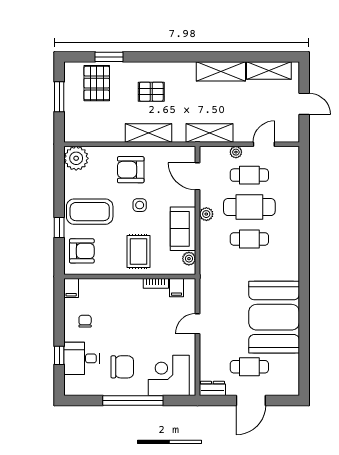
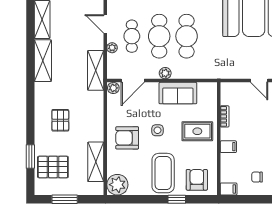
shelving: (148, 133) -> (96, 162), moved
armchair: (131, 170) -> (127, 138), turned 90
cafe table: (249, 239) -> (187, 36), width x1.37, depth x1.35
plant: (189, 259) -> (113, 88), moved
filing cabinet: (176, 288) -> (228, 147), moved

